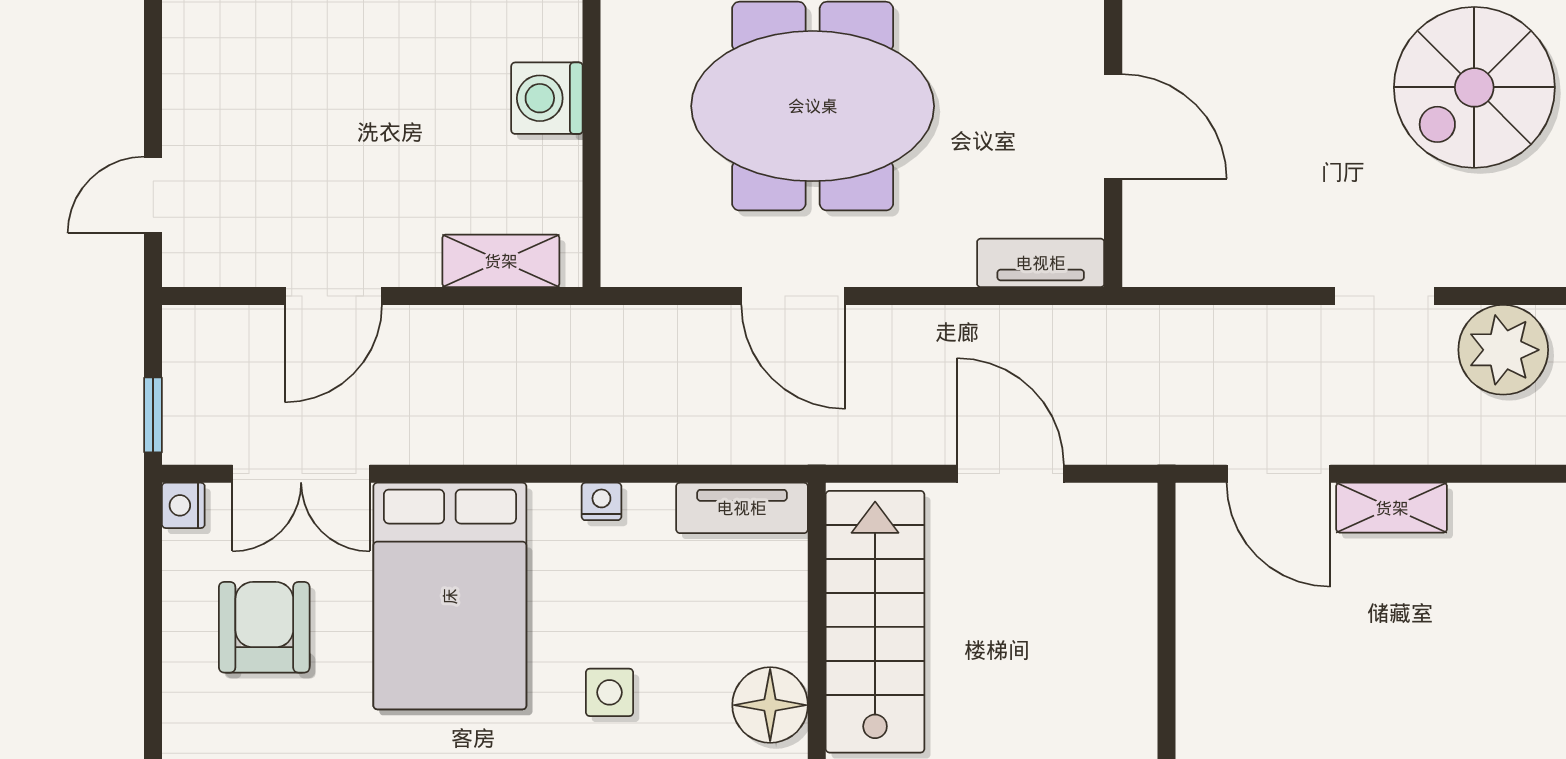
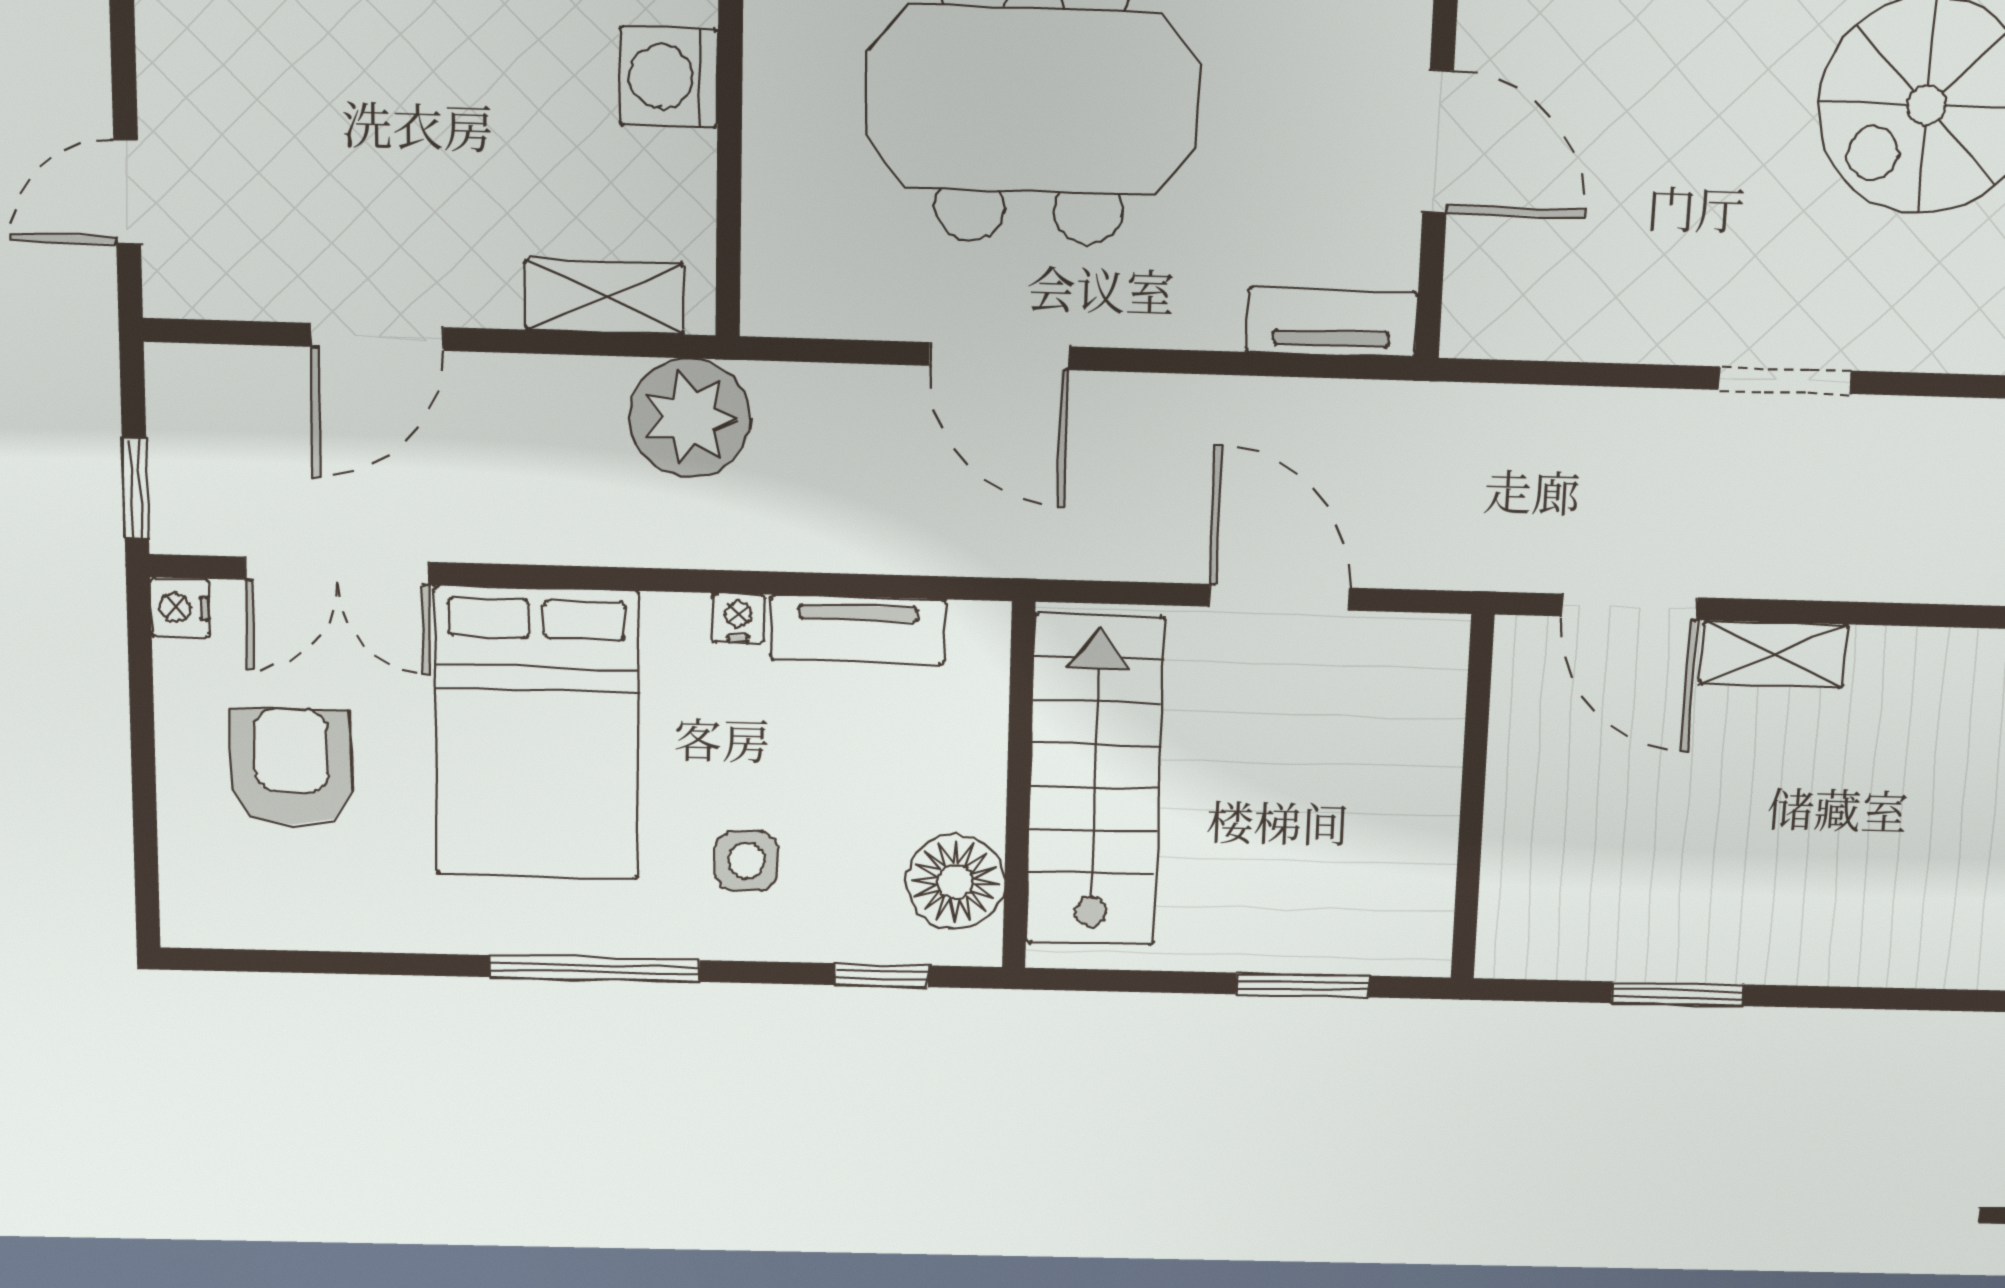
plant: (1503, 350) -> (690, 418), moved
tv unit: (742, 508) -> (858, 629), moved

